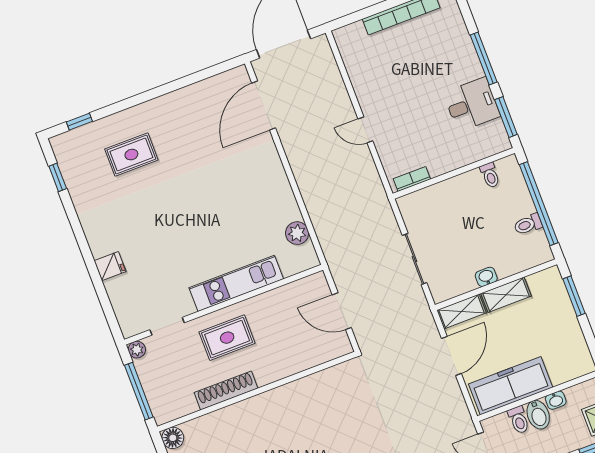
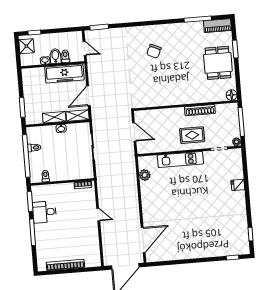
rug: (131, 155) -> (212, 235), removed

